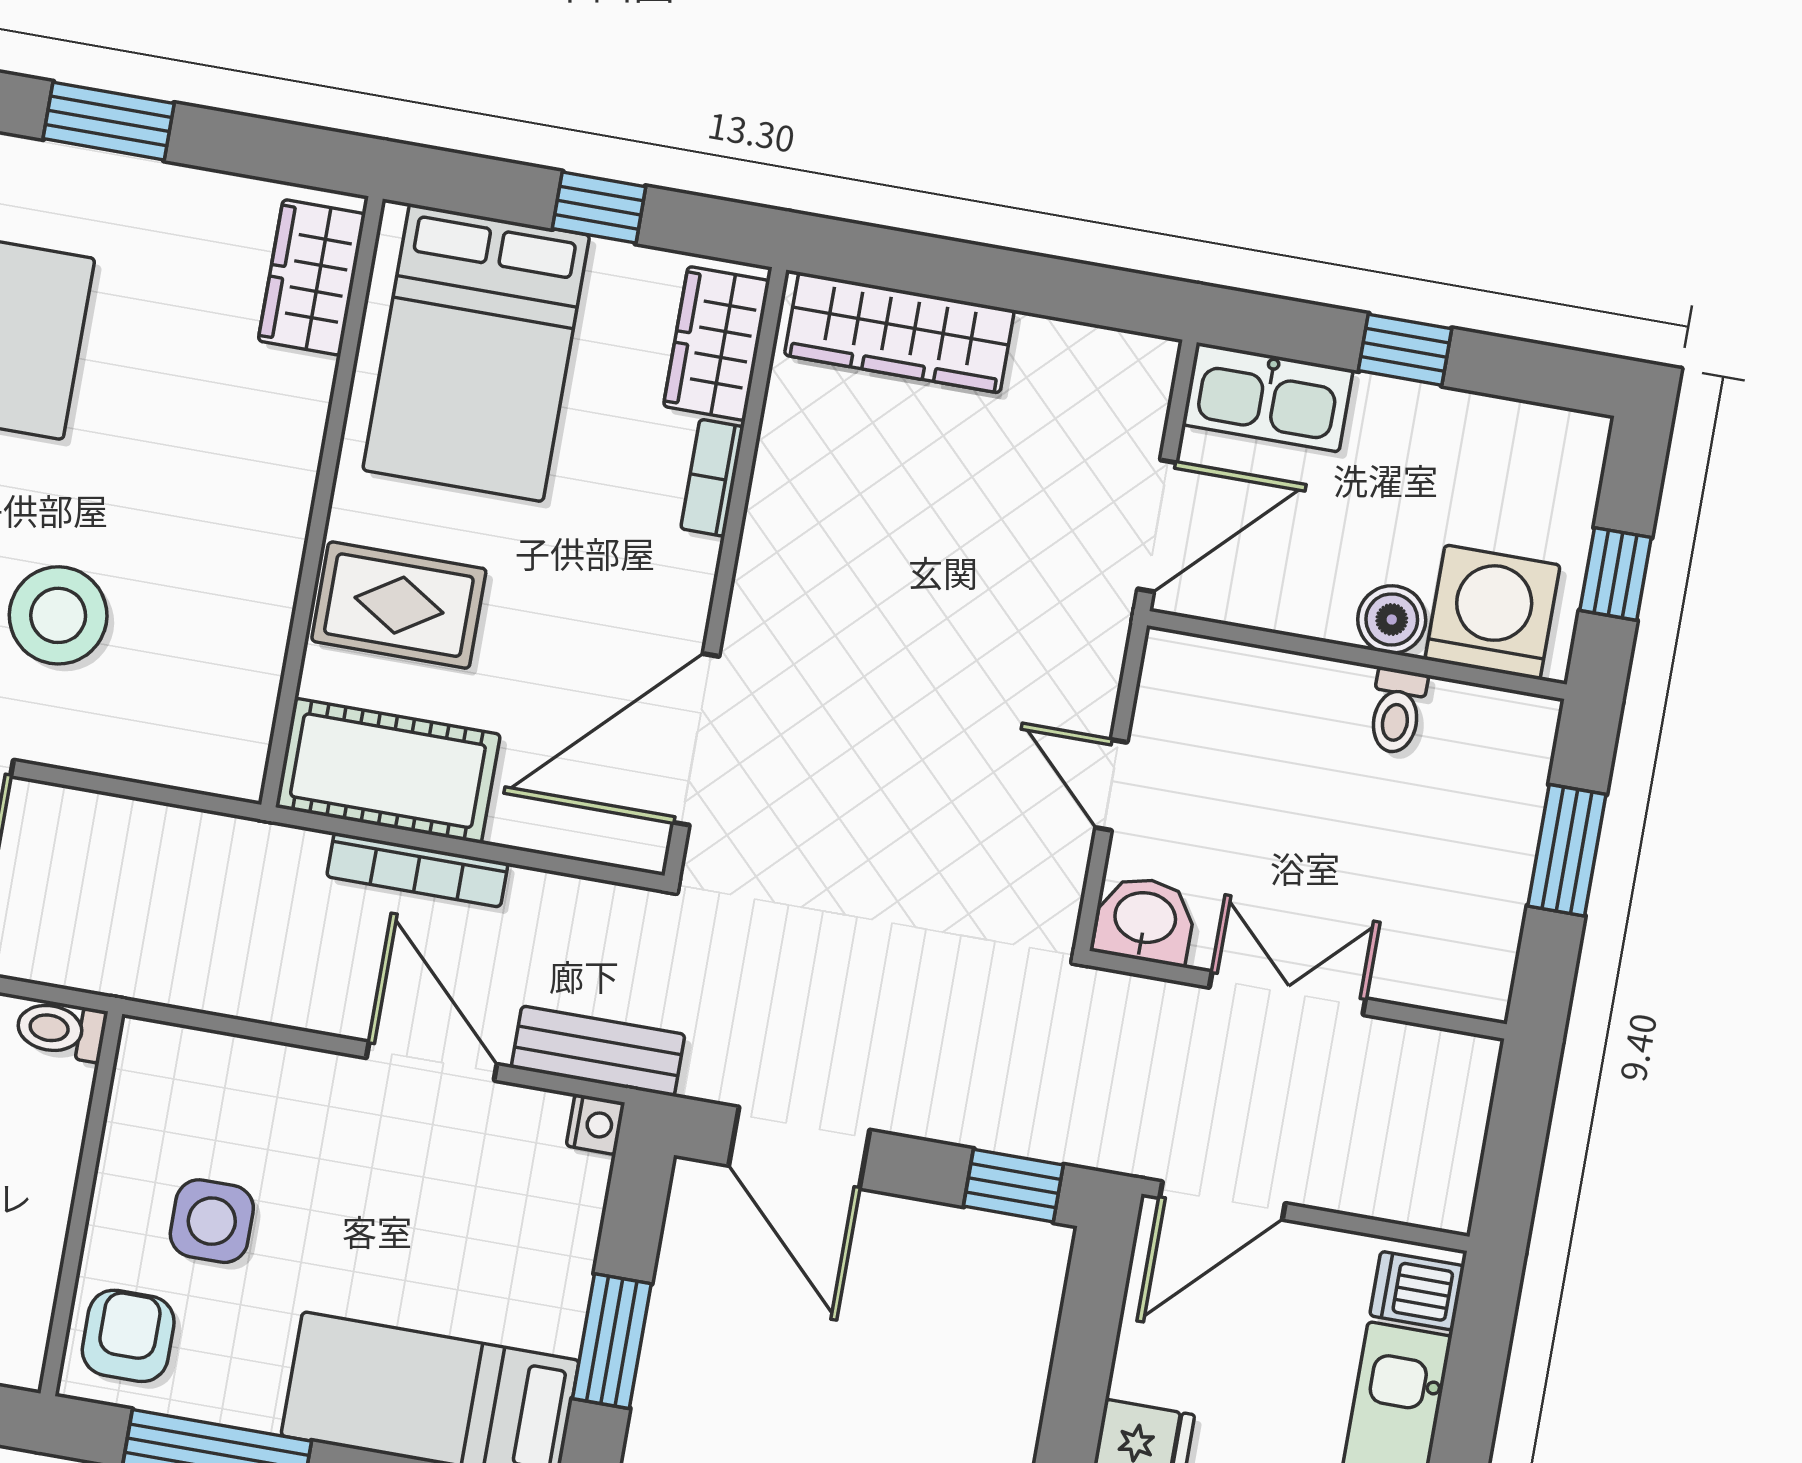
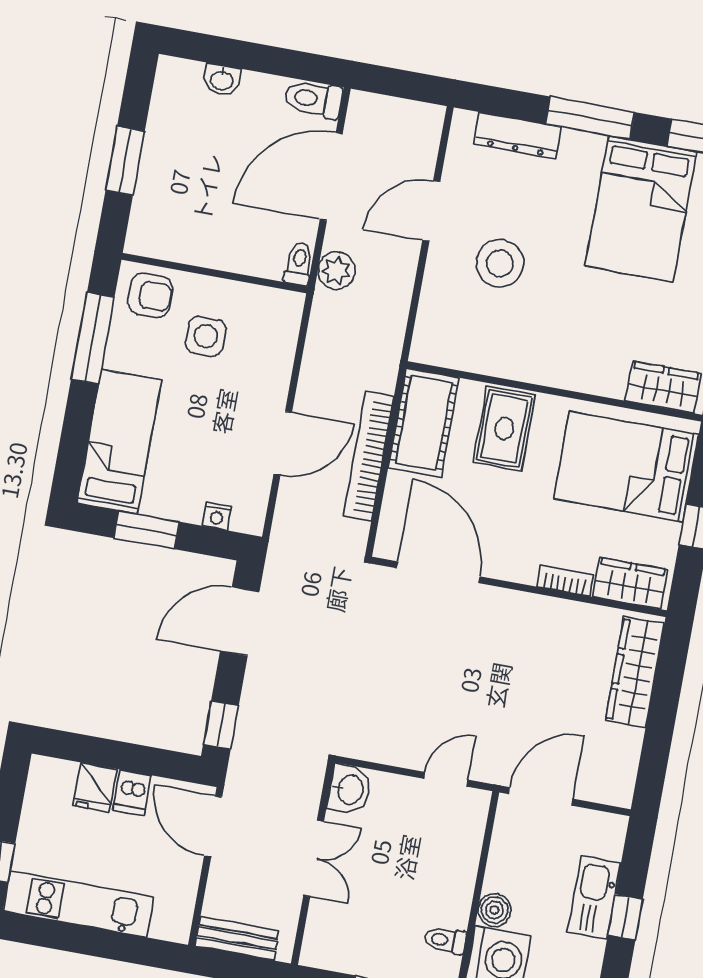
kitchen sink: (1268, 397) -> (594, 898), moved
door: (1157, 526) -> (541, 796), swing flipped
toilet: (1397, 711) -> (445, 940), moved
door: (1111, 785) -> (446, 779), moved
bookcase: (417, 870) -> (369, 456), width x1.48, depth x1.31
plant: (75, 952) -> (337, 271), added
bench: (598, 1051) -> (237, 938), moved, turned 90
nightstand: (595, 1124) -> (217, 516), moved
dishwasher: (1417, 1291) -> (132, 793), moved, turned 180

